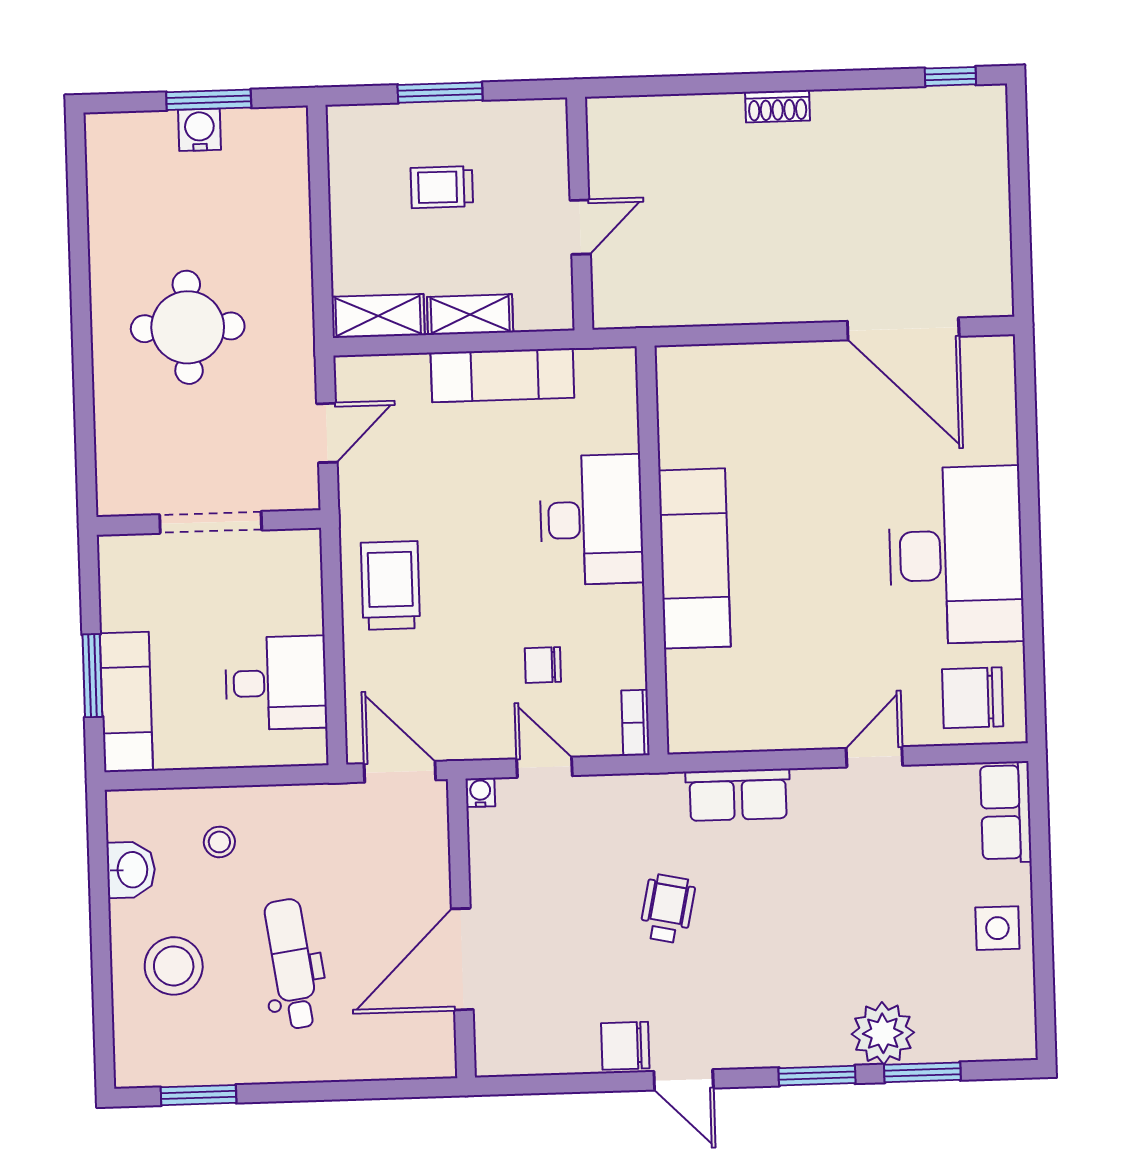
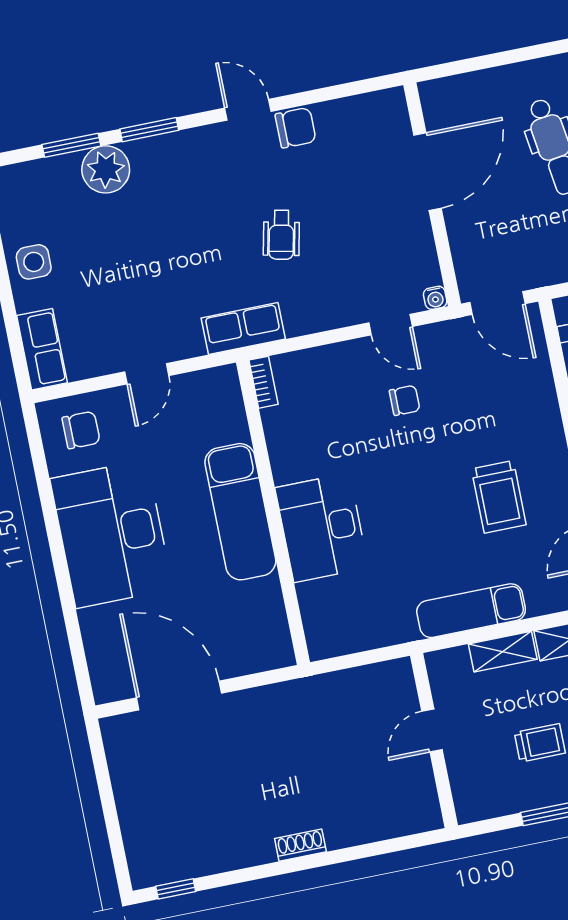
desk: (592, 520) -> (322, 528), moved
wall: (652, 550) -> (273, 512), moved
exam couch: (694, 558) -> (240, 512), moved
trolley: (390, 585) -> (499, 497), moved
chair: (973, 698) -> (81, 430), width x0.73, depth x0.73
bookcase: (635, 723) -> (263, 382), moved

